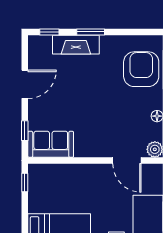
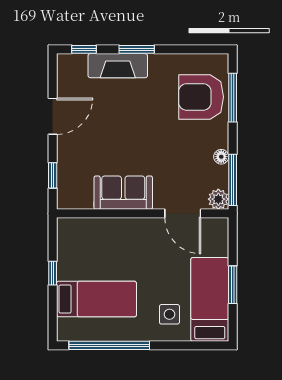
armchair: (141, 69) -> (201, 97), turned -90
sofa: (51, 144) -> (123, 193), moved
window: (25, 183) -> (53, 273), moved

